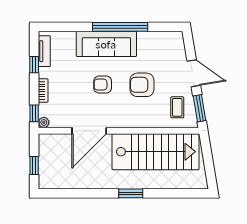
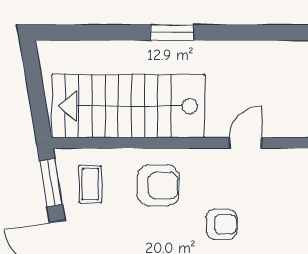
armchair: (142, 85) -> (158, 185), moved
door: (89, 131) -> (245, 143), width x0.53

